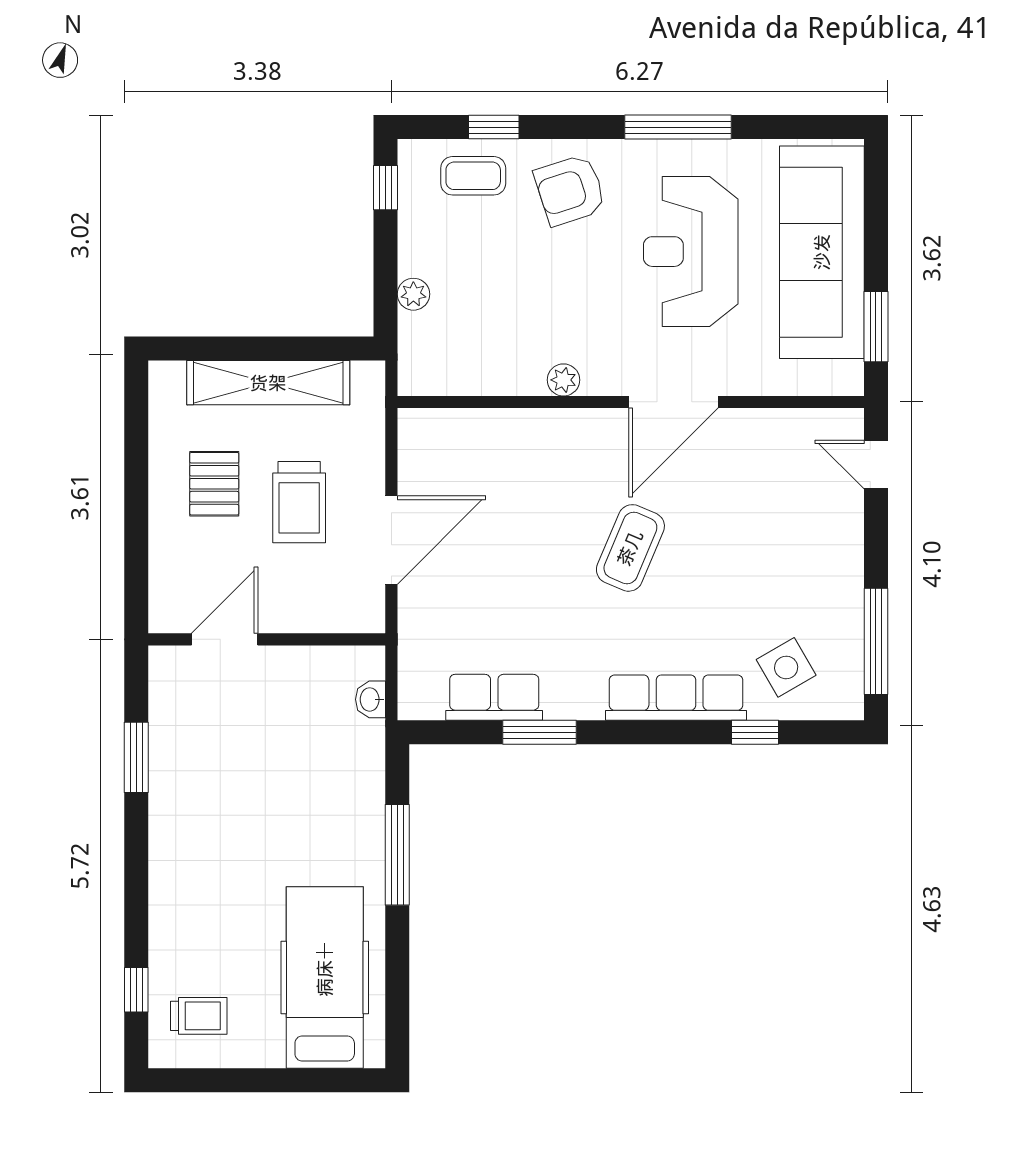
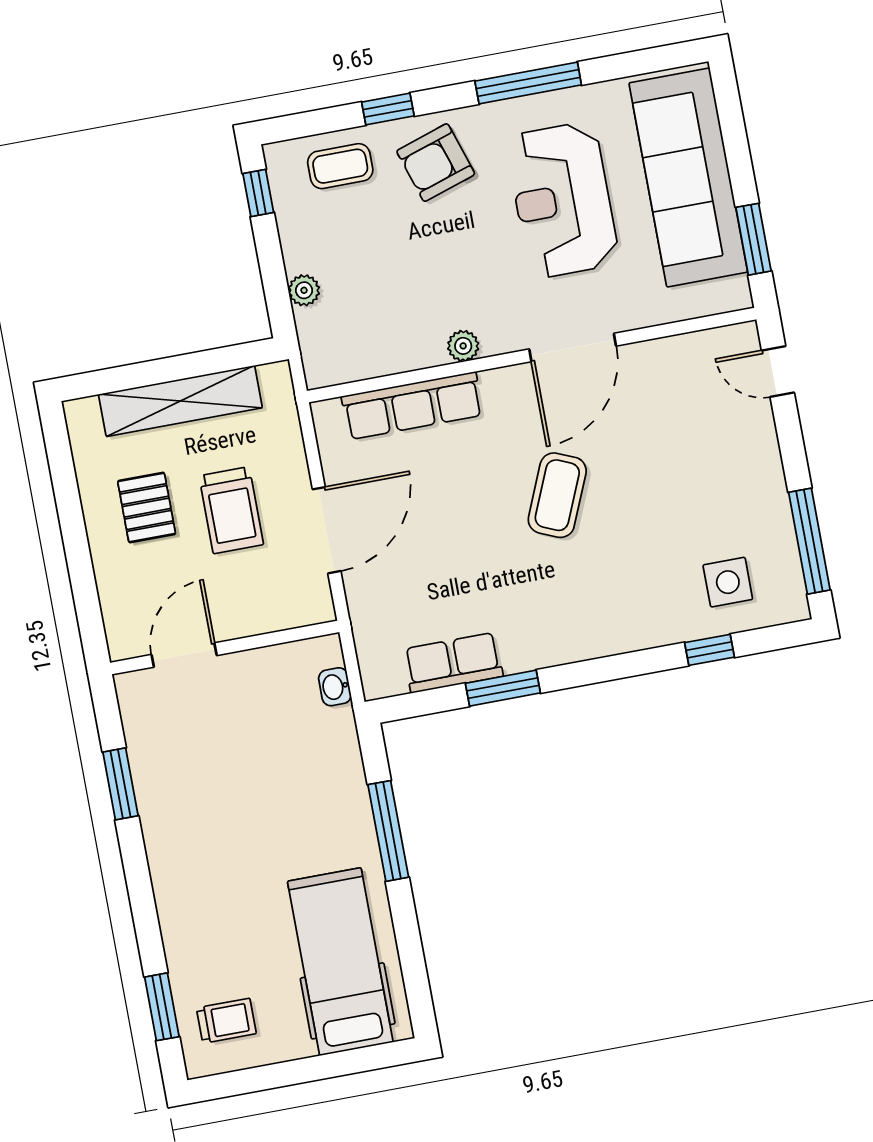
window: (494, 127) -> (388, 109), moved
side table: (786, 667) -> (728, 582), turned 30
row of seats: (676, 698) -> (412, 406), moved, turned 180
window: (136, 990) -> (162, 1007), width x1.50

